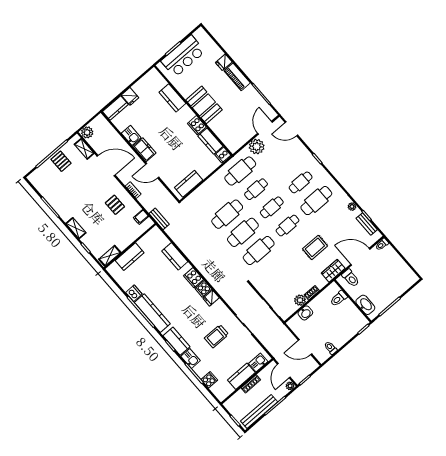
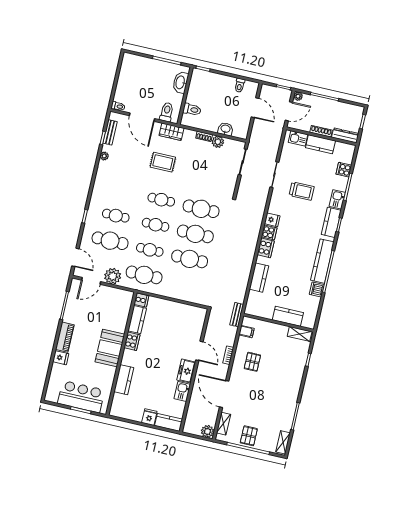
kitchen counter: (189, 184) -> (188, 311), removed
cafe table: (316, 201) -> (110, 241), moved
shelving: (76, 228) -> (283, 442), moved
dresser: (234, 400) -> (345, 135), added
bench: (259, 411) -> (340, 107), removed

